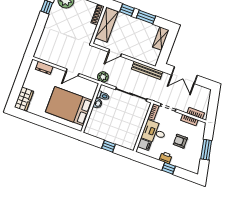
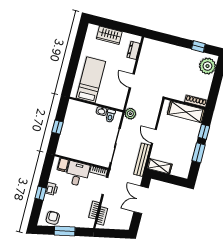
shelving: (161, 39) -> (159, 166), moved
door: (115, 53) -> (154, 136), moved
wardrobe: (24, 99) -> (109, 35), moved
bed: (69, 106) -> (91, 80), width x0.67
armchair: (180, 141) -> (53, 218), moved

